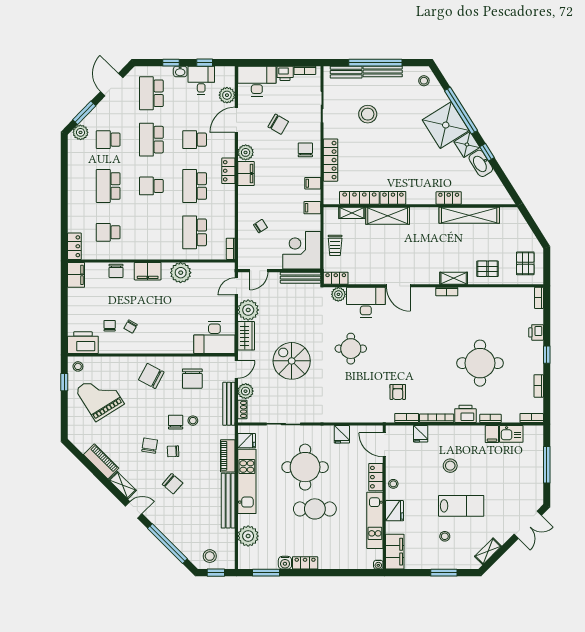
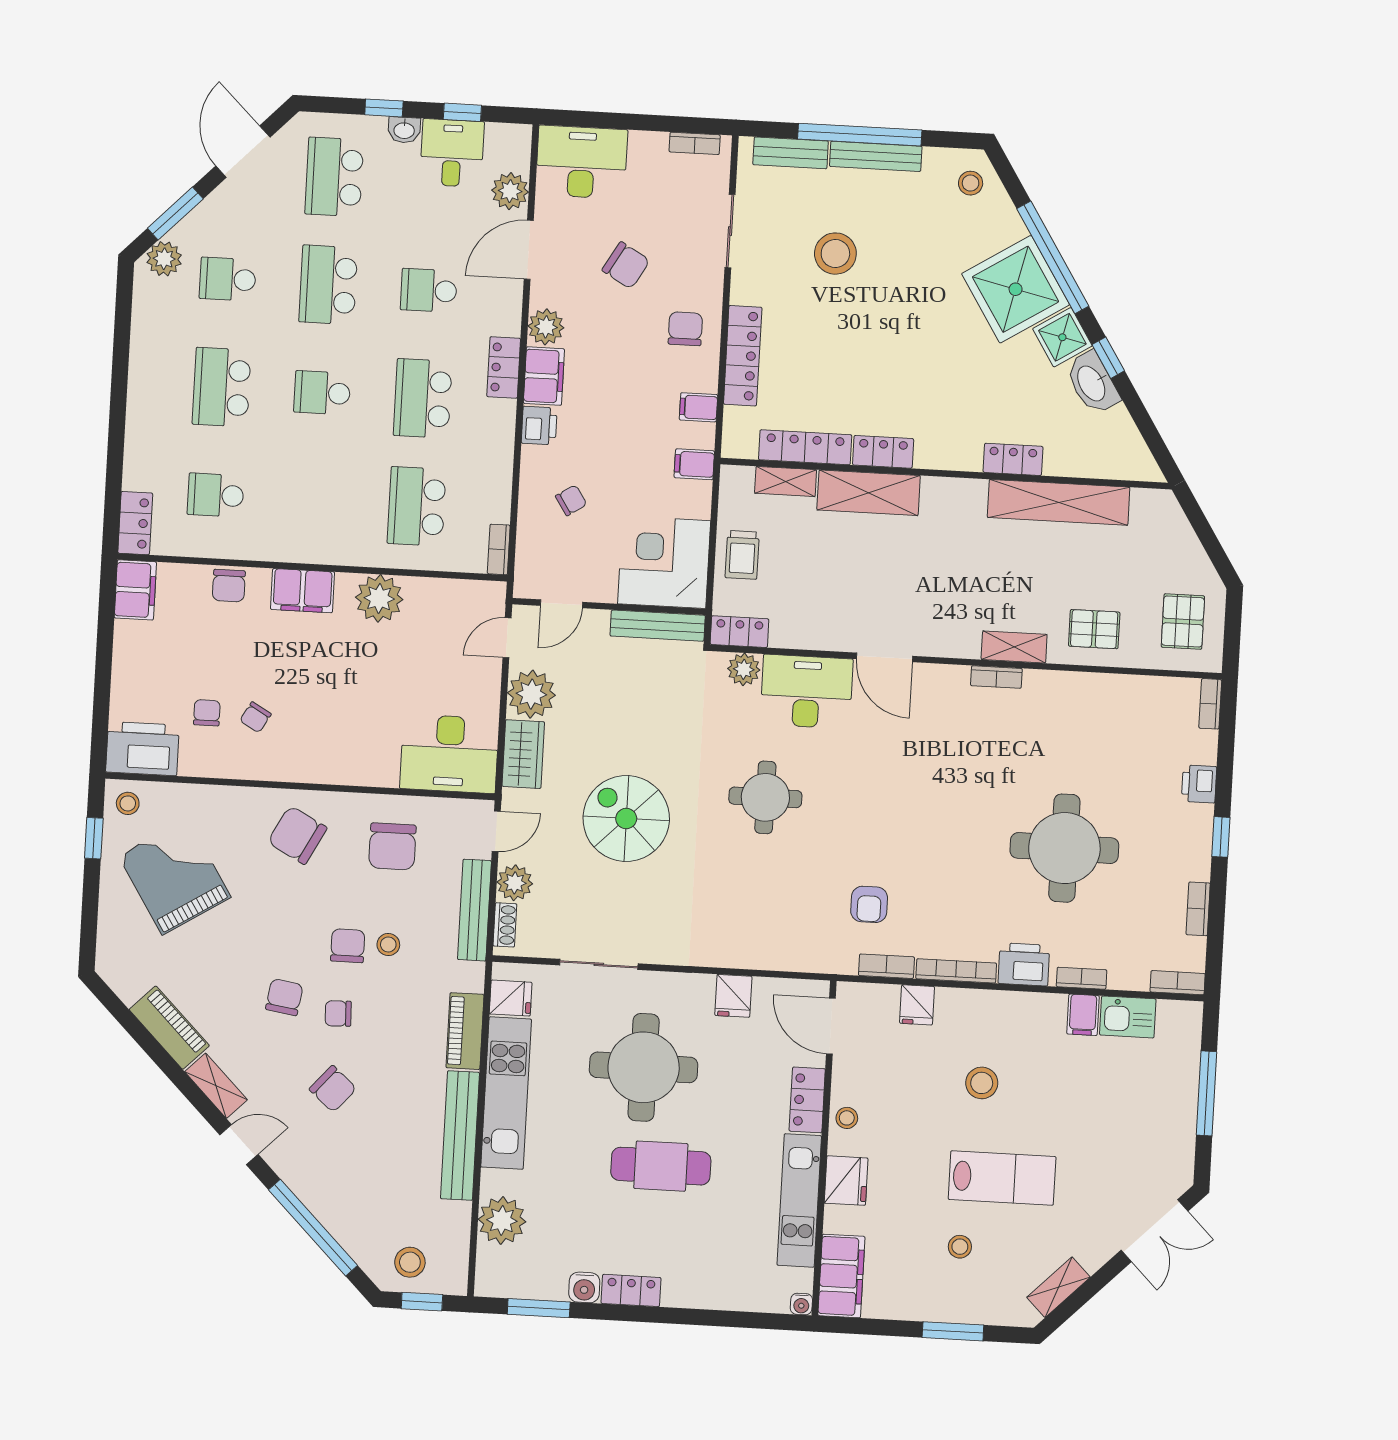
printer: (285, 73) -> (539, 426), moved, turned -90

